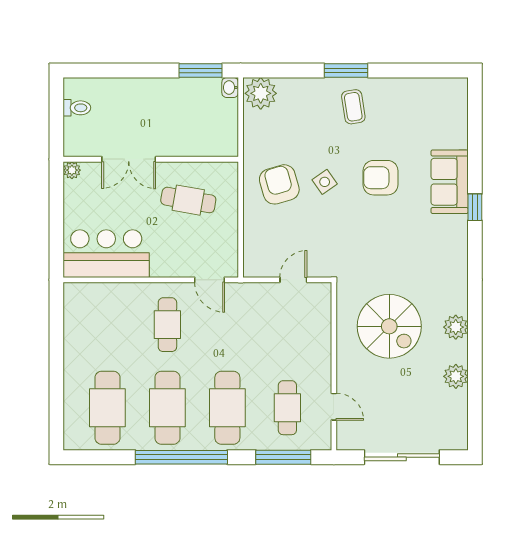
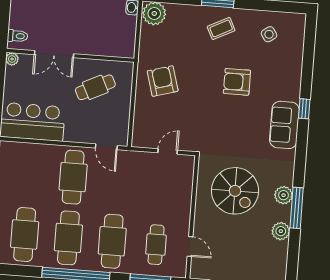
coffee table: (353, 107) -> (221, 28), turned 72
toilet: (77, 108) -> (17, 36), moved
side table: (325, 182) -> (269, 34), moved
sofa: (450, 182) -> (284, 125), moved
cafe table: (188, 200) -> (95, 87), turned -36
cafe table: (167, 325) -> (73, 177), width x1.37, depth x1.35
window: (475, 343) -> (297, 208), added

